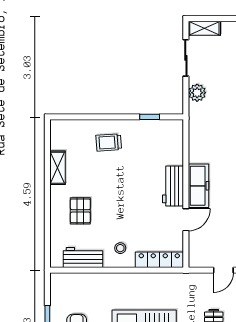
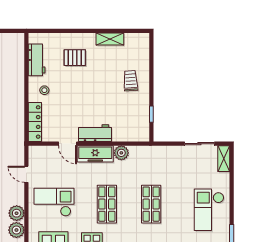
plant: (197, 93) -> (121, 153), moved

